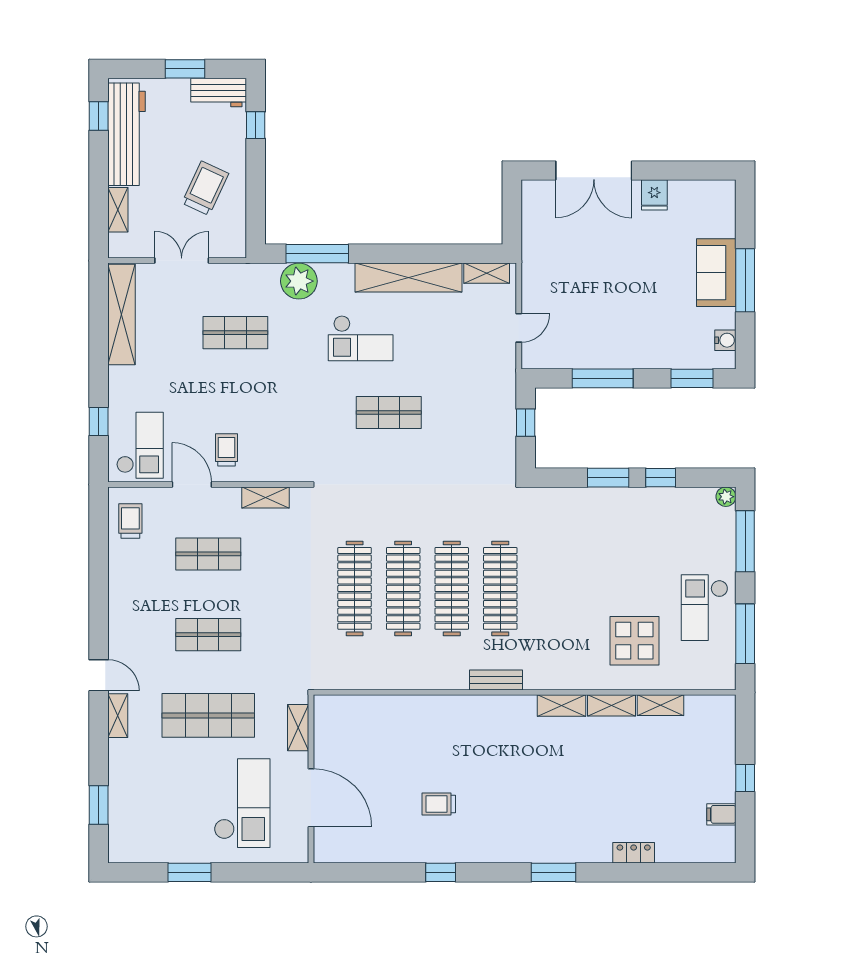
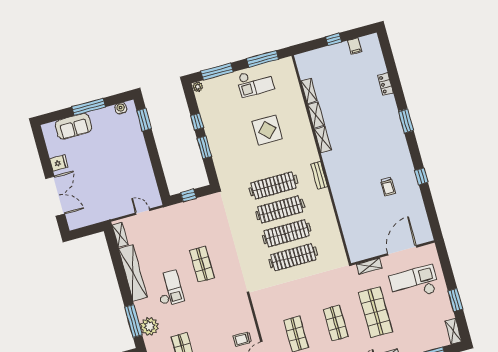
sofa: (716, 273) -> (74, 126), moved
window: (603, 378) -> (156, 164), removed
shelving: (266, 497) -> (453, 331), moved
display table: (634, 641) -> (267, 130), moved

